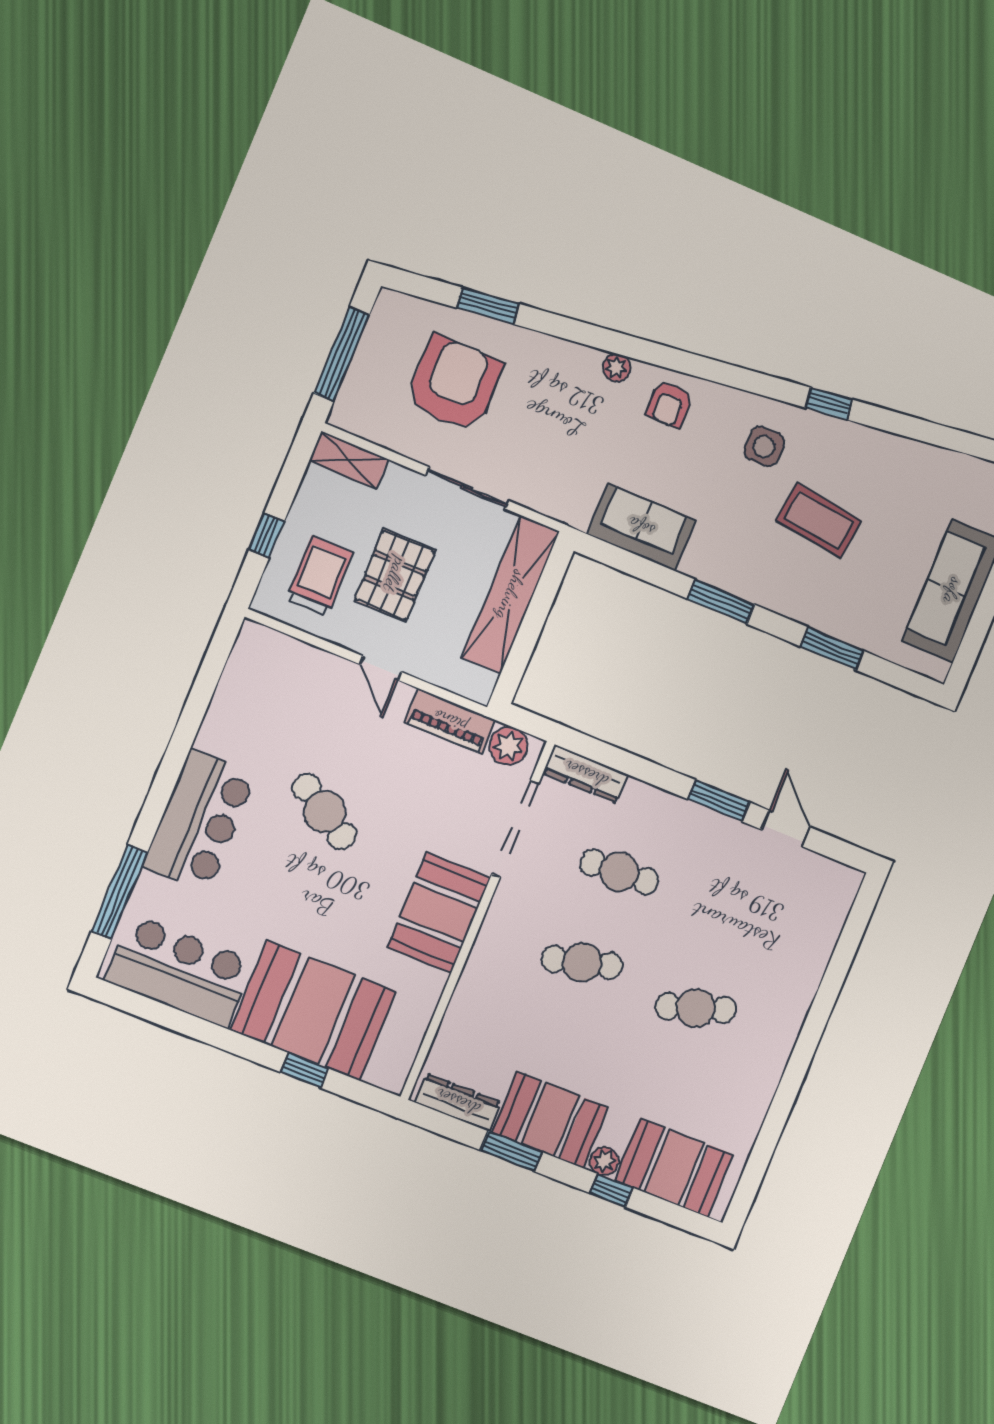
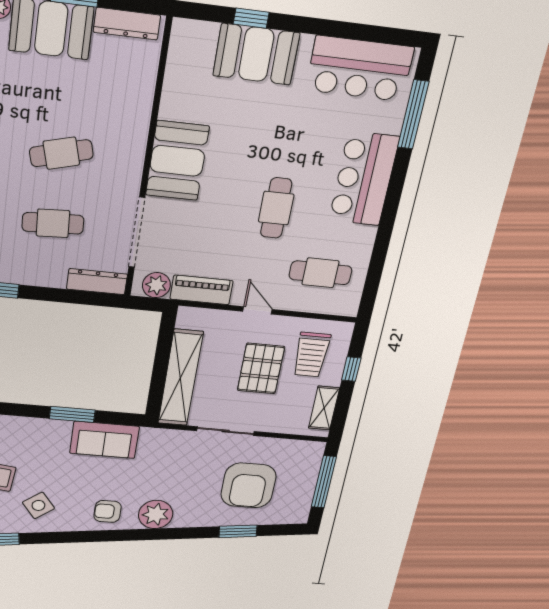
plant: (616, 368) -> (156, 514), width x1.87, depth x1.87
armchair: (669, 404) -> (108, 511), turned -90
side table: (764, 447) -> (38, 505), turned -37
shelving: (349, 460) -> (324, 408), moved, turned 90
window: (721, 602) -> (72, 414), moved
cafe table: (283, 700) -> (320, 273), added
cafe table: (324, 812) -> (276, 208), turned 58
booth: (313, 1011) -> (256, 54), width x0.73, depth x0.70

